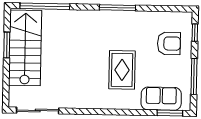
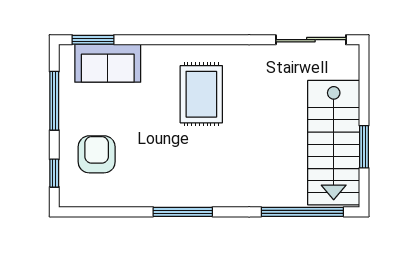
armchair: (169, 43) -> (97, 154), turned 90
rug: (122, 70) -> (201, 94), moved

